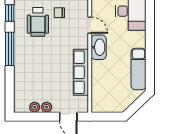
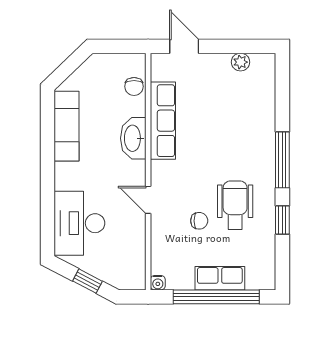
washbasin: (99, 47) -> (133, 138), moved
chair: (98, 93) -> (134, 86), added
plant: (47, 107) -> (221, 62), removed

